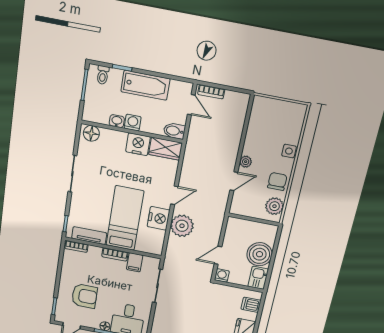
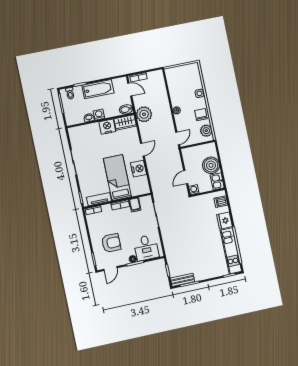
floor lamp: (91, 133) -> (76, 132), removed
door: (234, 181) -> (178, 138), moved
plant: (182, 226) -> (144, 114), moved

